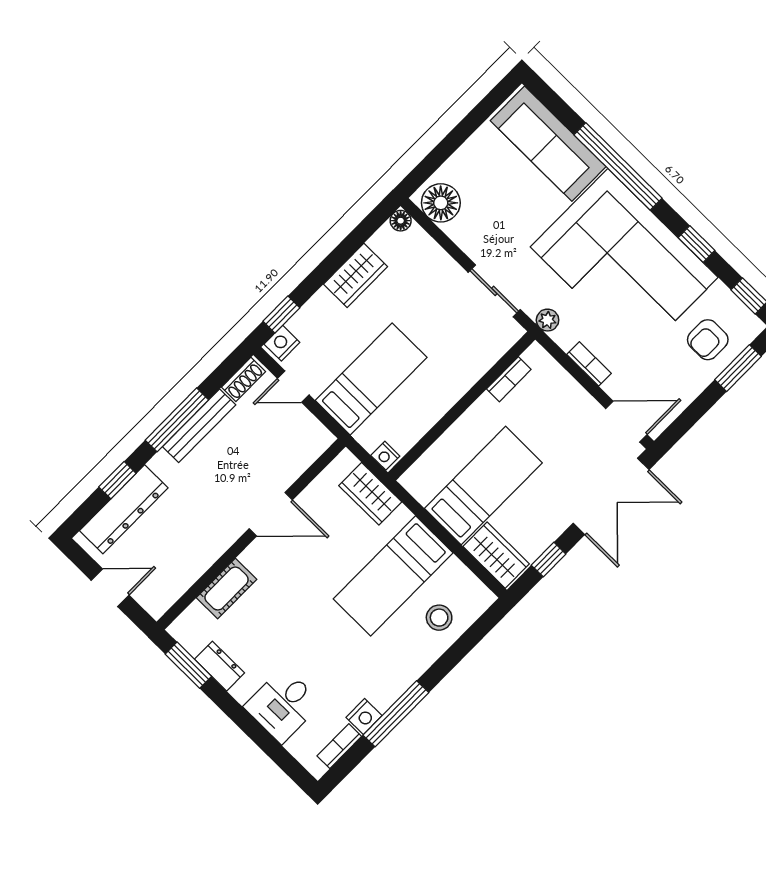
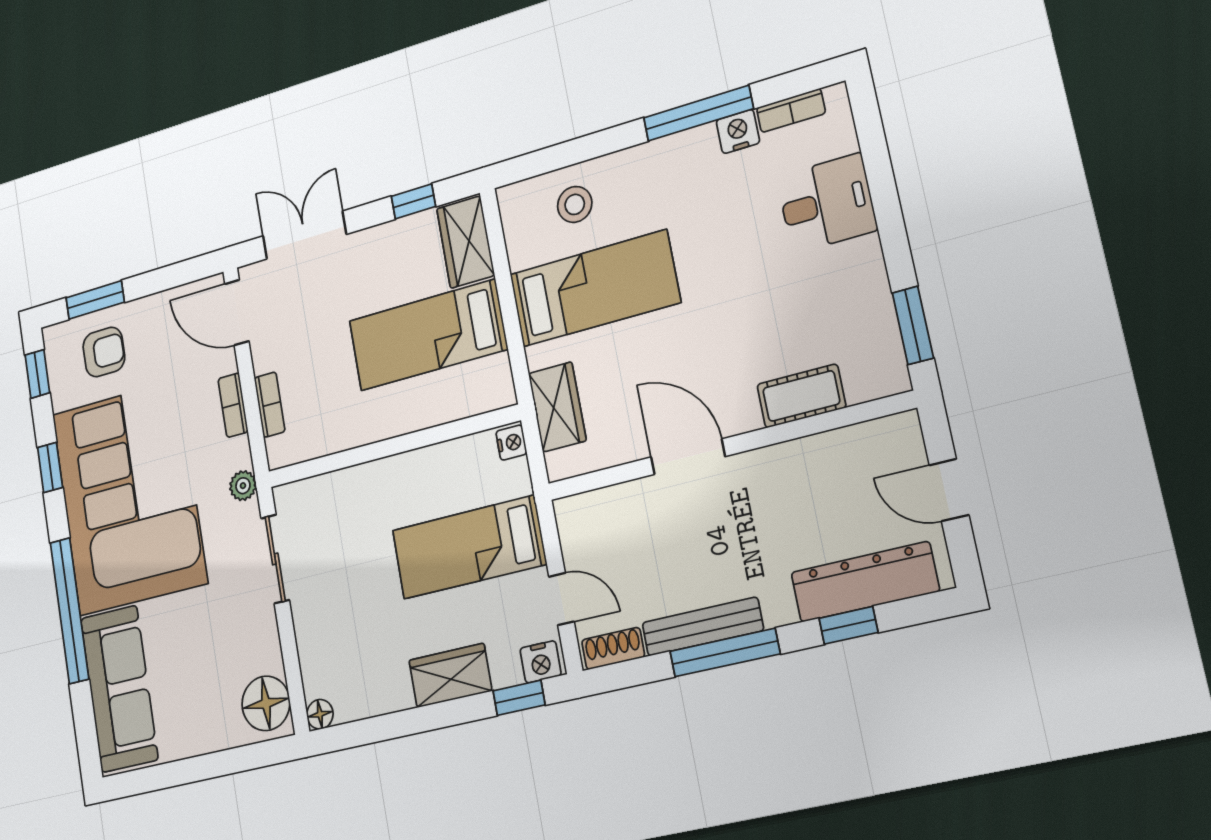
wardrobe: (355, 275) -> (450, 675), moved
bookcase: (509, 379) -> (270, 405), moved, turned 90
double door: (611, 496) -> (304, 235), width x0.73
dresser: (219, 666) -> (874, 301), removed

